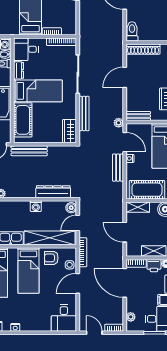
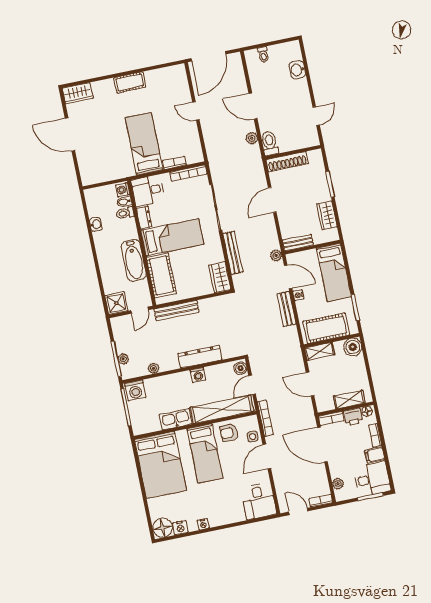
plant: (118, 24) -> (252, 138), added
dresser: (53, 192) -> (200, 357), moved

